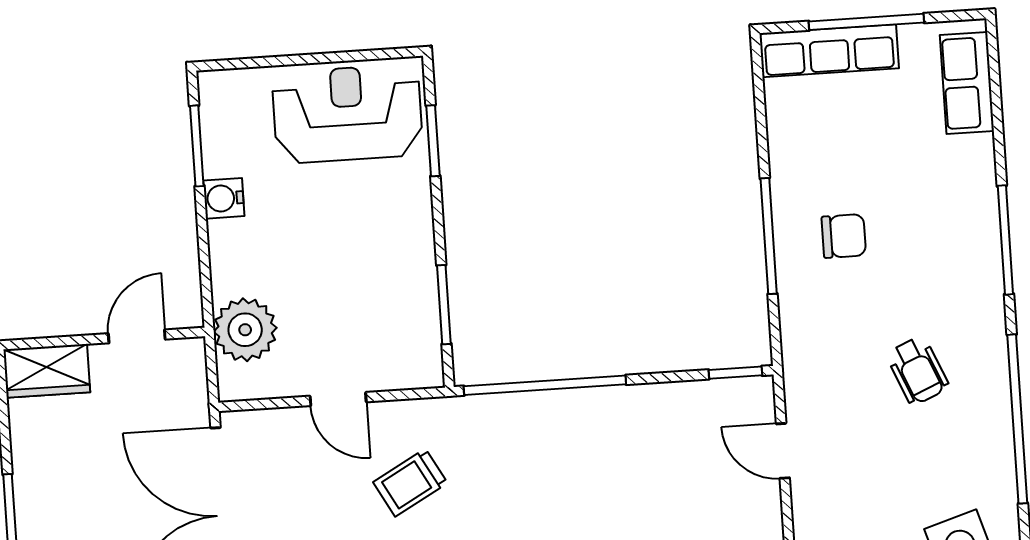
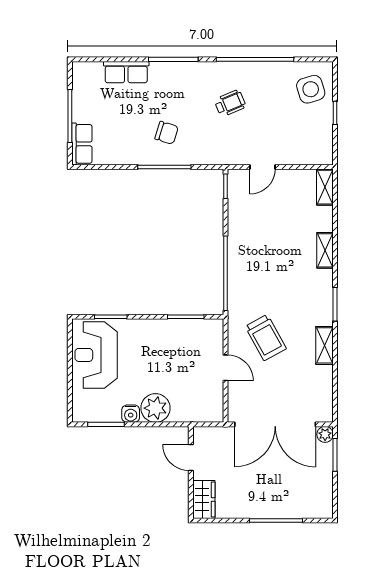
row of seats: (829, 51) -> (82, 144), width x0.68
row of seats: (967, 83) -> (126, 72), moved
chair: (844, 236) -> (167, 133), turned 107
plant: (245, 330) -> (155, 408), moved
door: (338, 399) -> (225, 368), hinge flipped
trolley: (410, 483) -> (266, 337), width x1.36, depth x1.39

